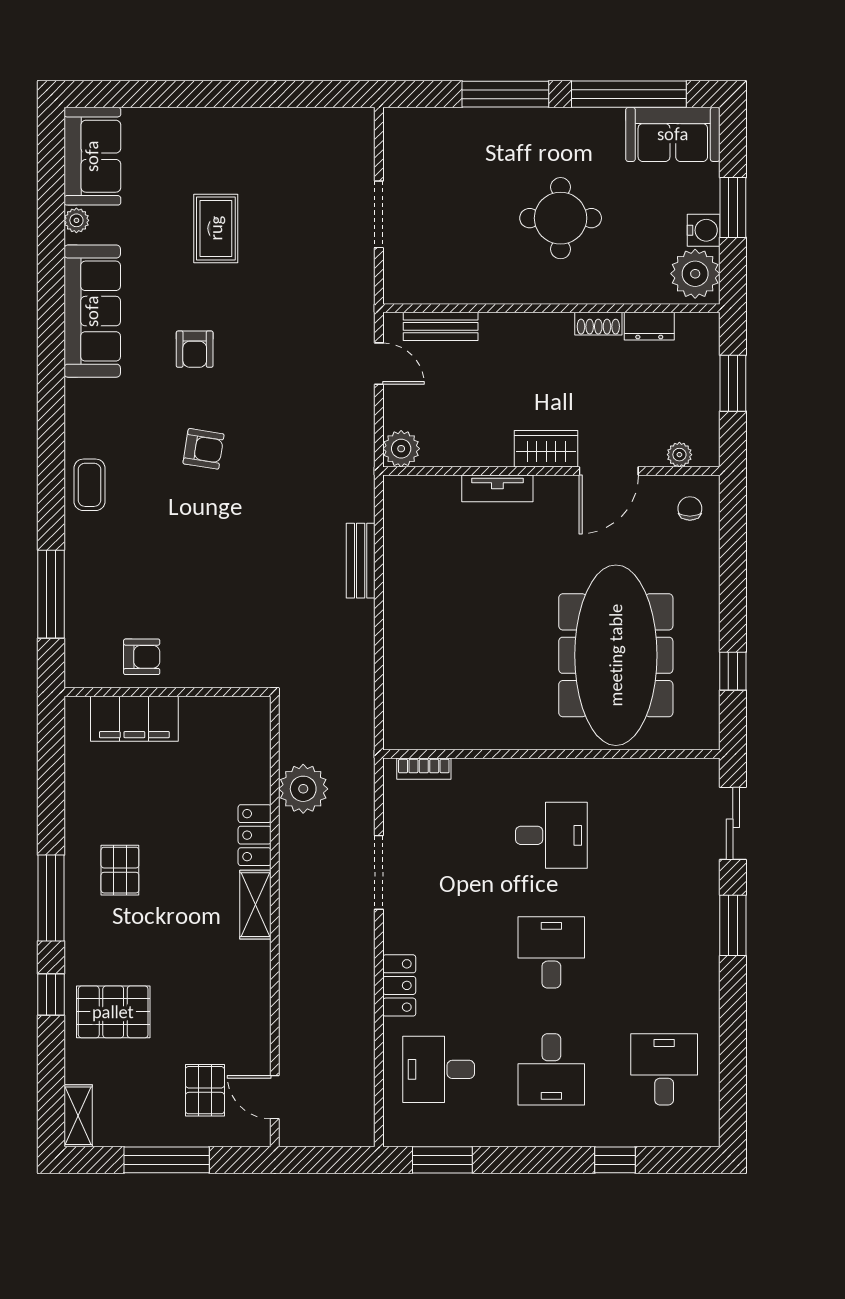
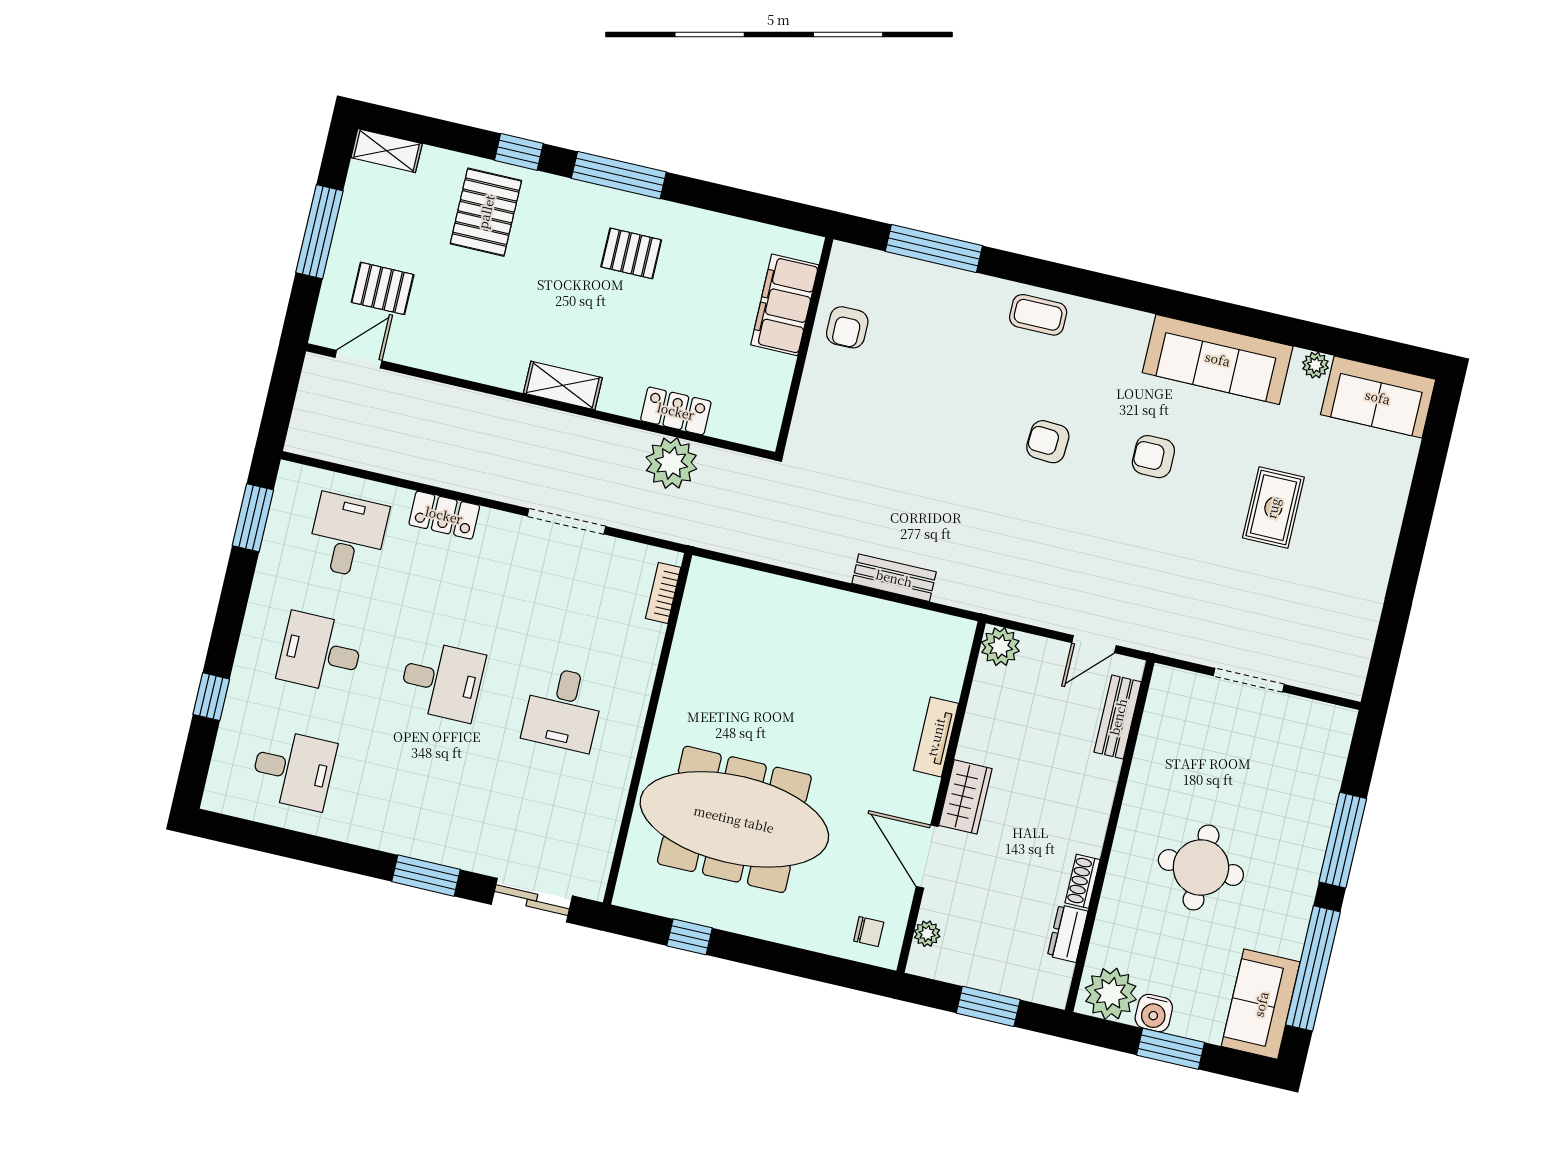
rug: (216, 228) -> (1273, 508), turned 90
armchair: (203, 449) -> (1048, 442), turned 84
locker: (255, 835) -> (676, 411), moved

